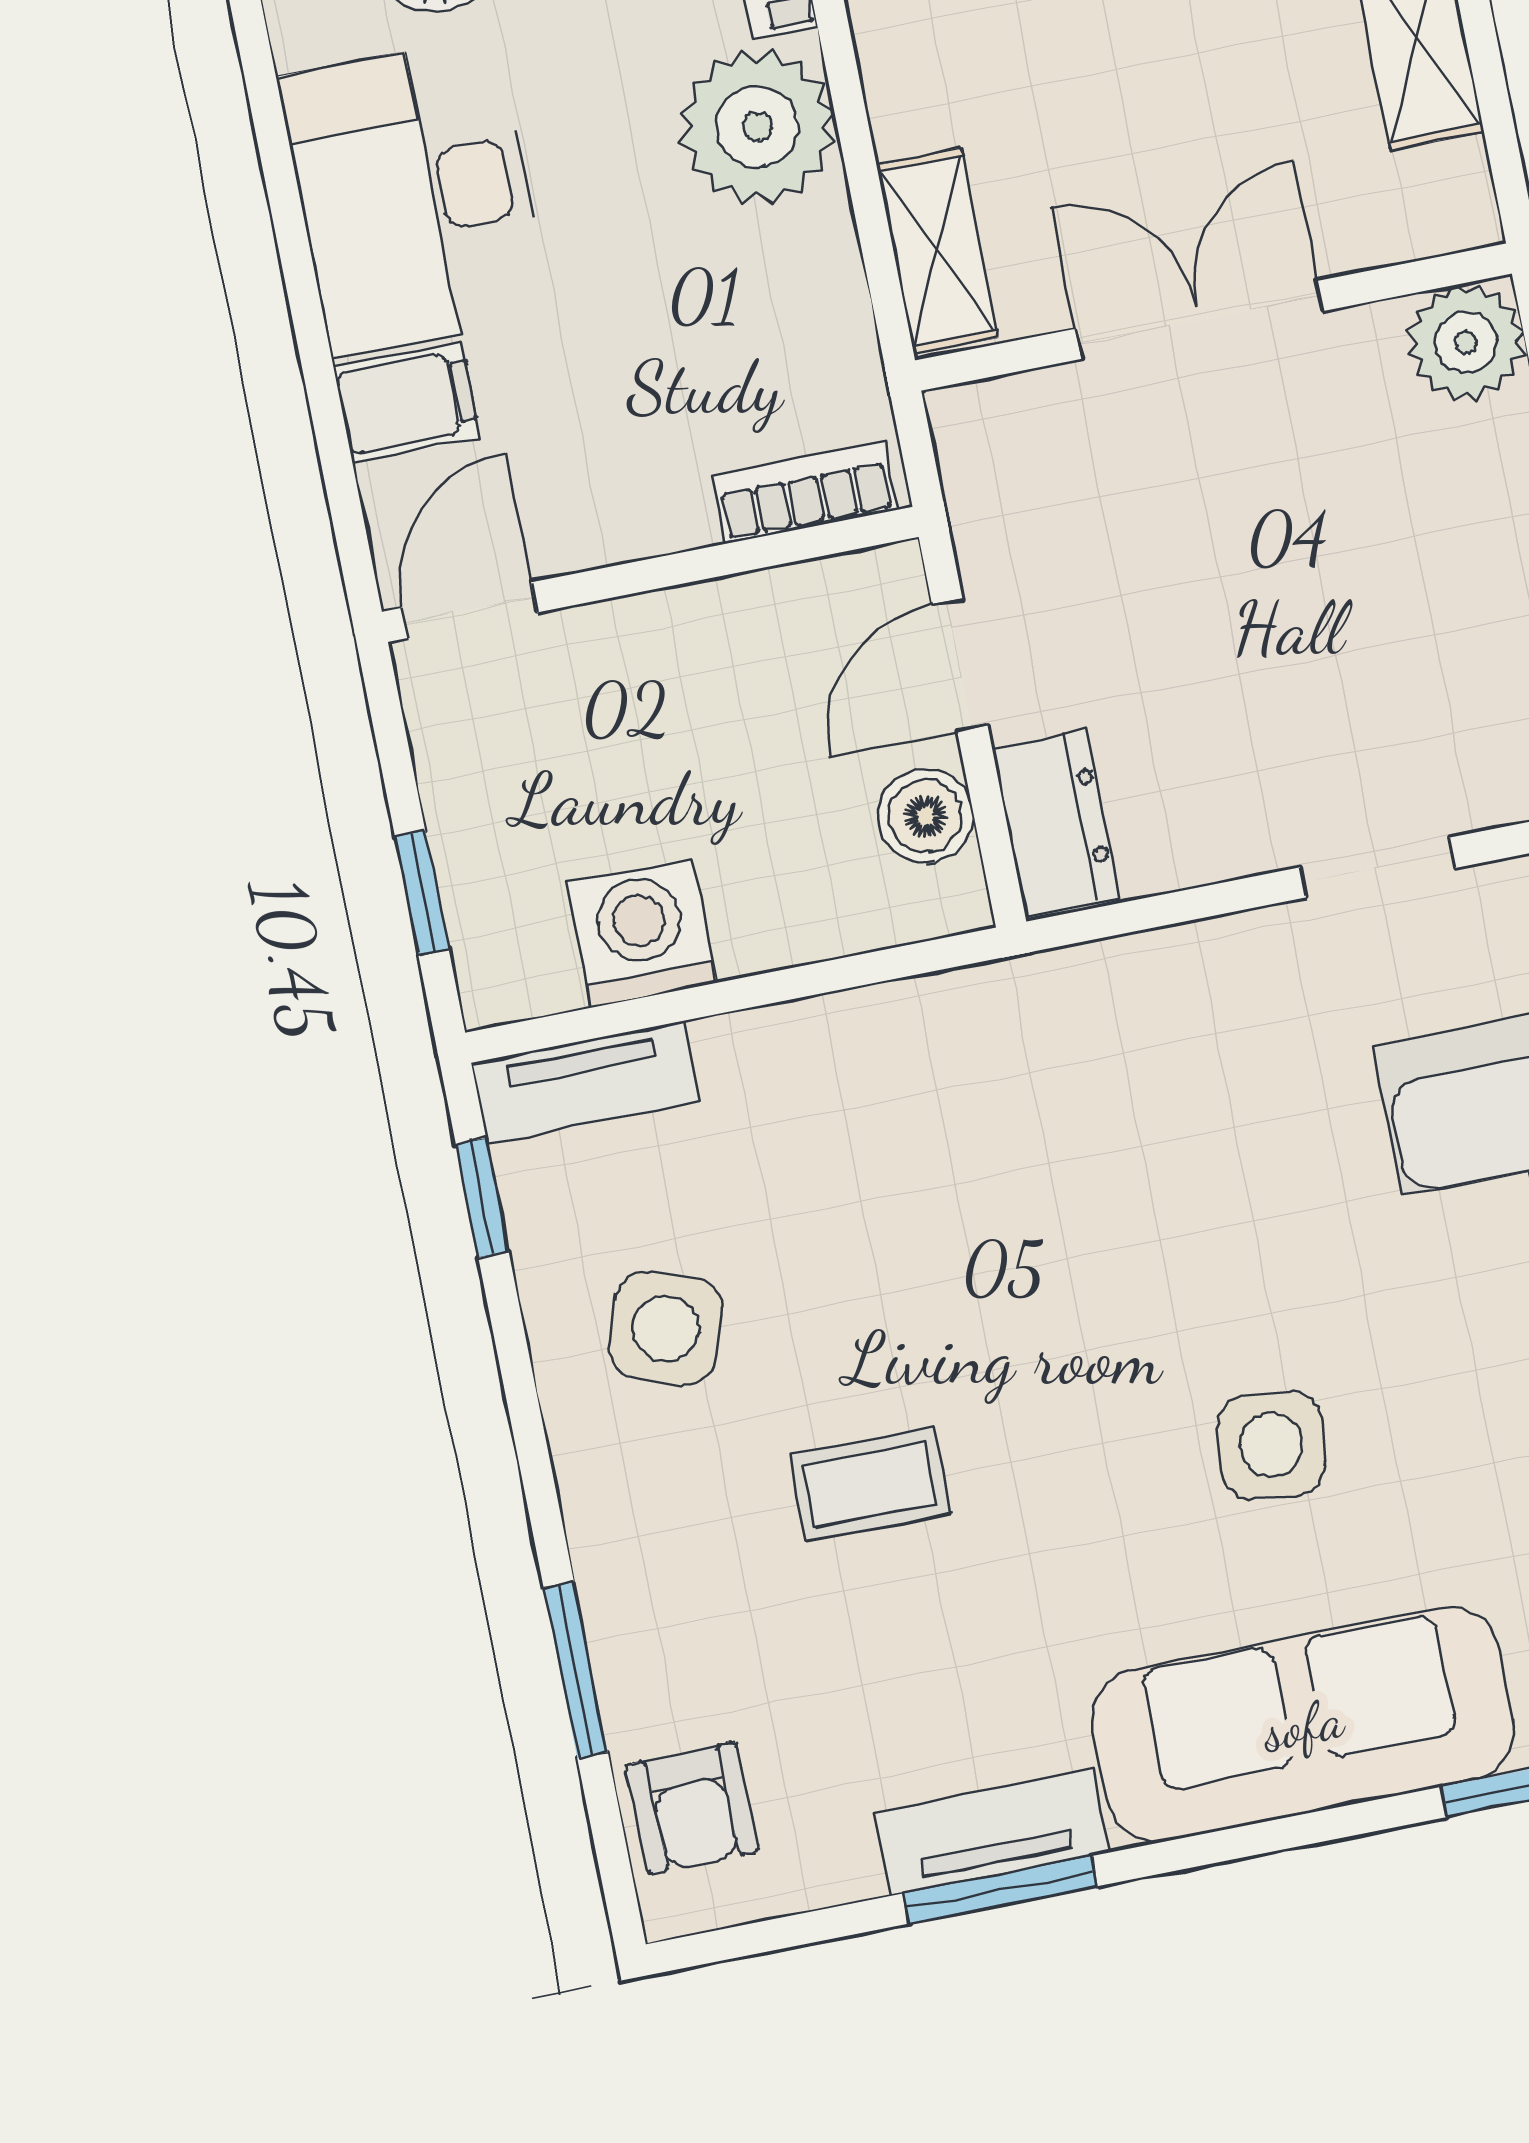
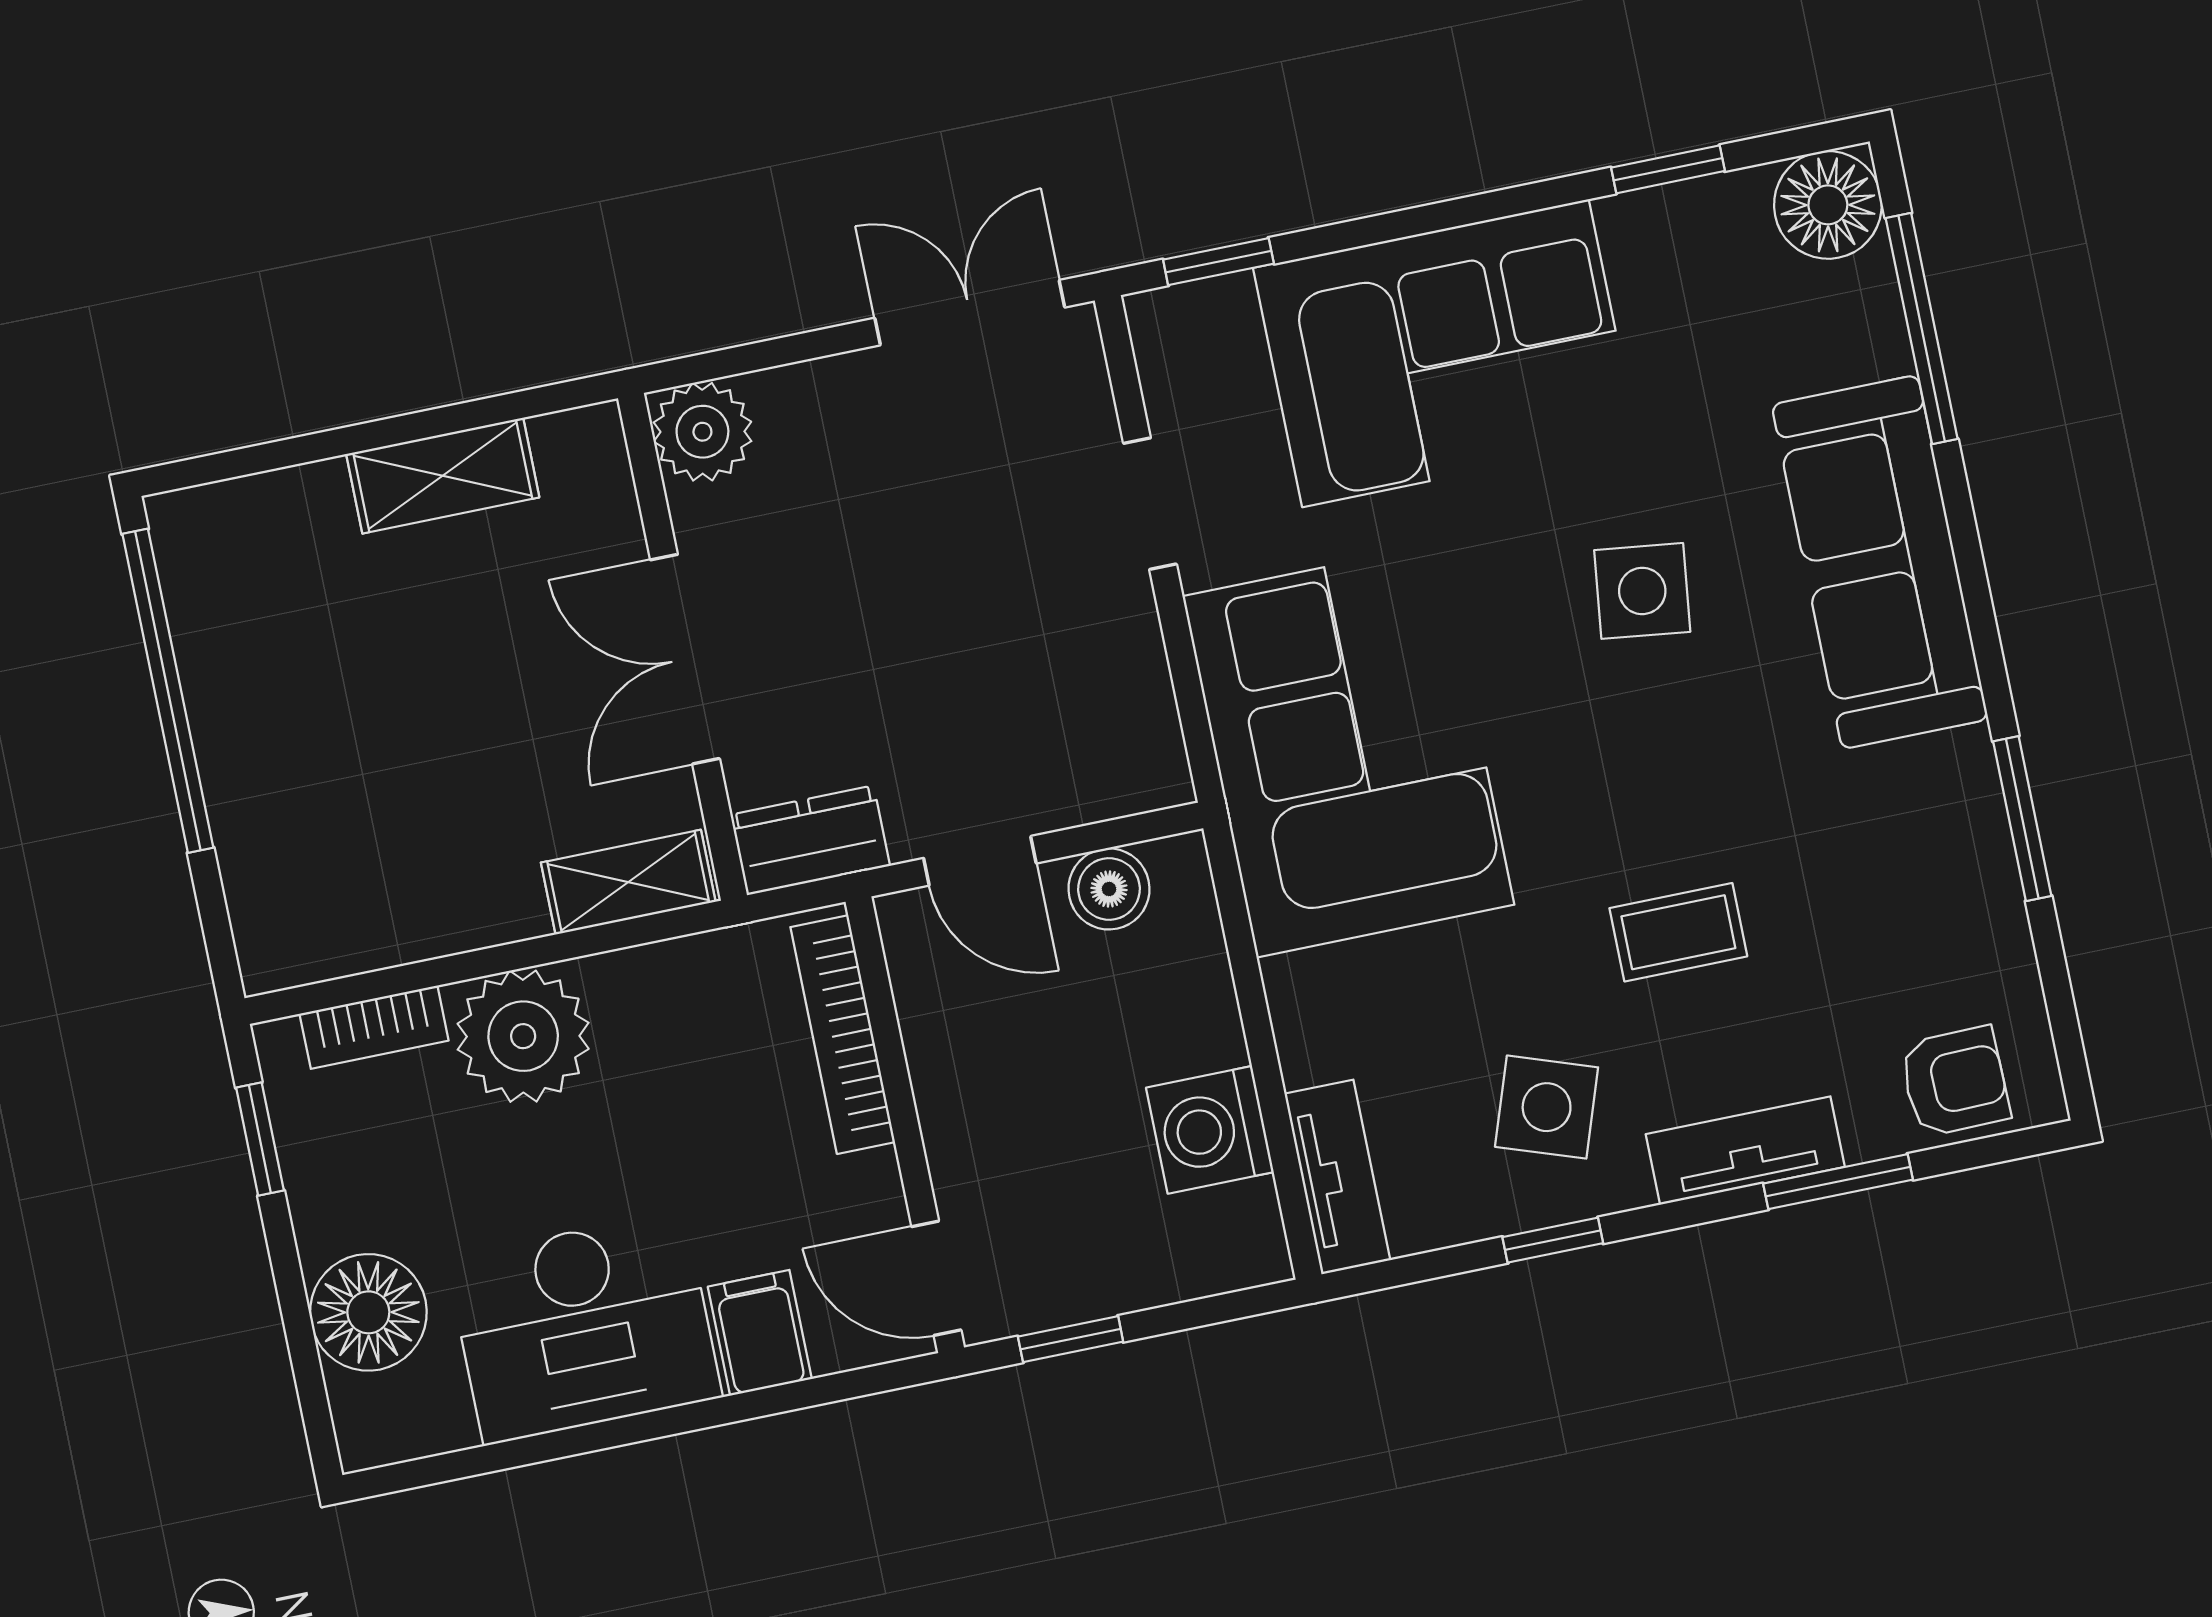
bookcase: (805, 493) -> (843, 1035), width x1.56
dresser: (1056, 823) -> (810, 840), moved
window: (422, 893) -> (1071, 1339), moved
corner sofa: (1086, 1099) -> (1348, 750), added
window: (482, 1198) -> (1553, 1240), moved
coffee table: (870, 1485) -> (1678, 932), turned 90
tv unit: (992, 1833) -> (1745, 1151), moved, turned 90

